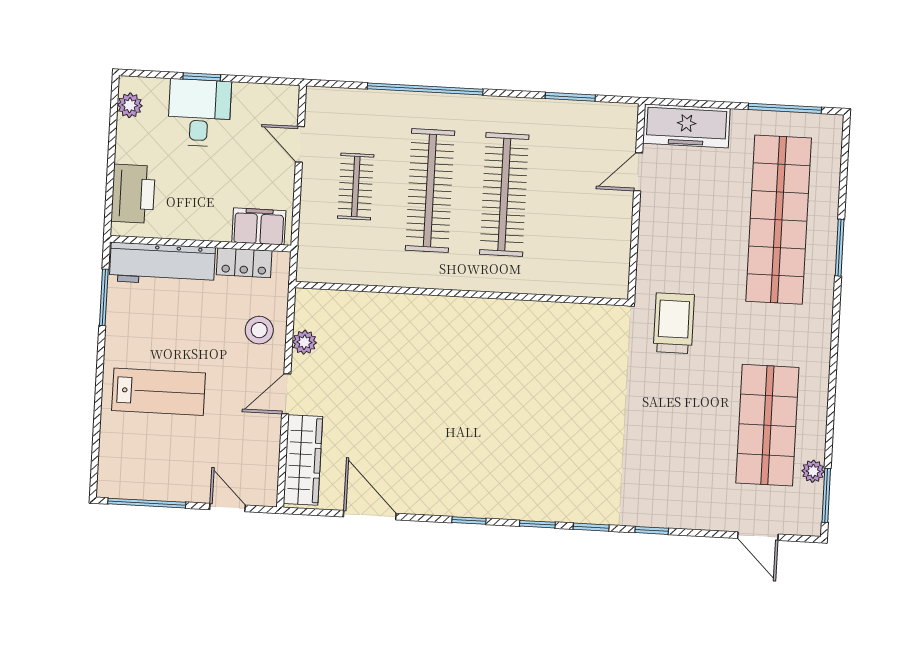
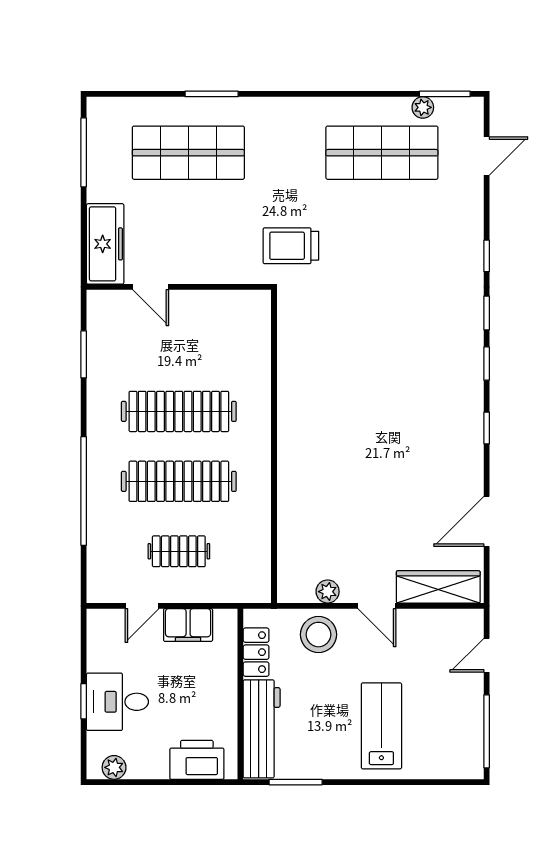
shop shelf: (779, 220) -> (188, 153), width x0.71
filing cabinet: (259, 226) -> (188, 625), moved, turned -90
stool: (259, 330) -> (318, 635), width x1.38, depth x1.38

